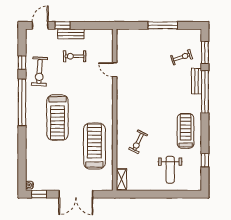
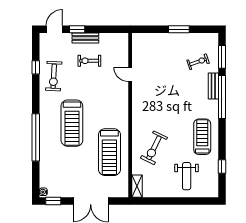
window: (163, 25) -> (179, 29), width x0.69
window: (22, 102) -> (36, 137), moved
exercise bike: (138, 142) -> (154, 148), width x1.38, depth x1.39
treadmill: (94, 146) -> (109, 152), turned 180

